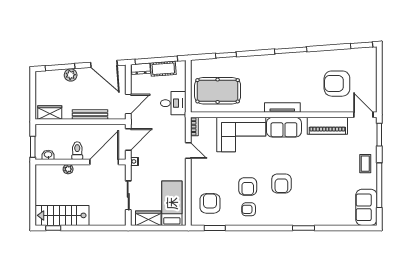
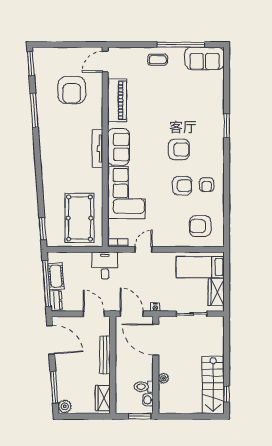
window: (291, 50) -> (34, 110), moved
window: (226, 55) -> (43, 229), moved
door: (104, 64) -> (51, 340), hinge flipped
plant: (71, 75) -> (65, 406), moved
desk: (173, 103) -> (105, 266), moved
window: (379, 135) -> (126, 45), removed
toilet: (77, 151) -> (144, 387), moved
window: (215, 228) -> (227, 221), removed

